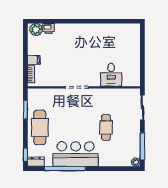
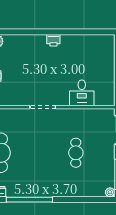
printer: (49, 29) -> (53, 40), moved
bar counter: (76, 154) -> (41, 183), removed

